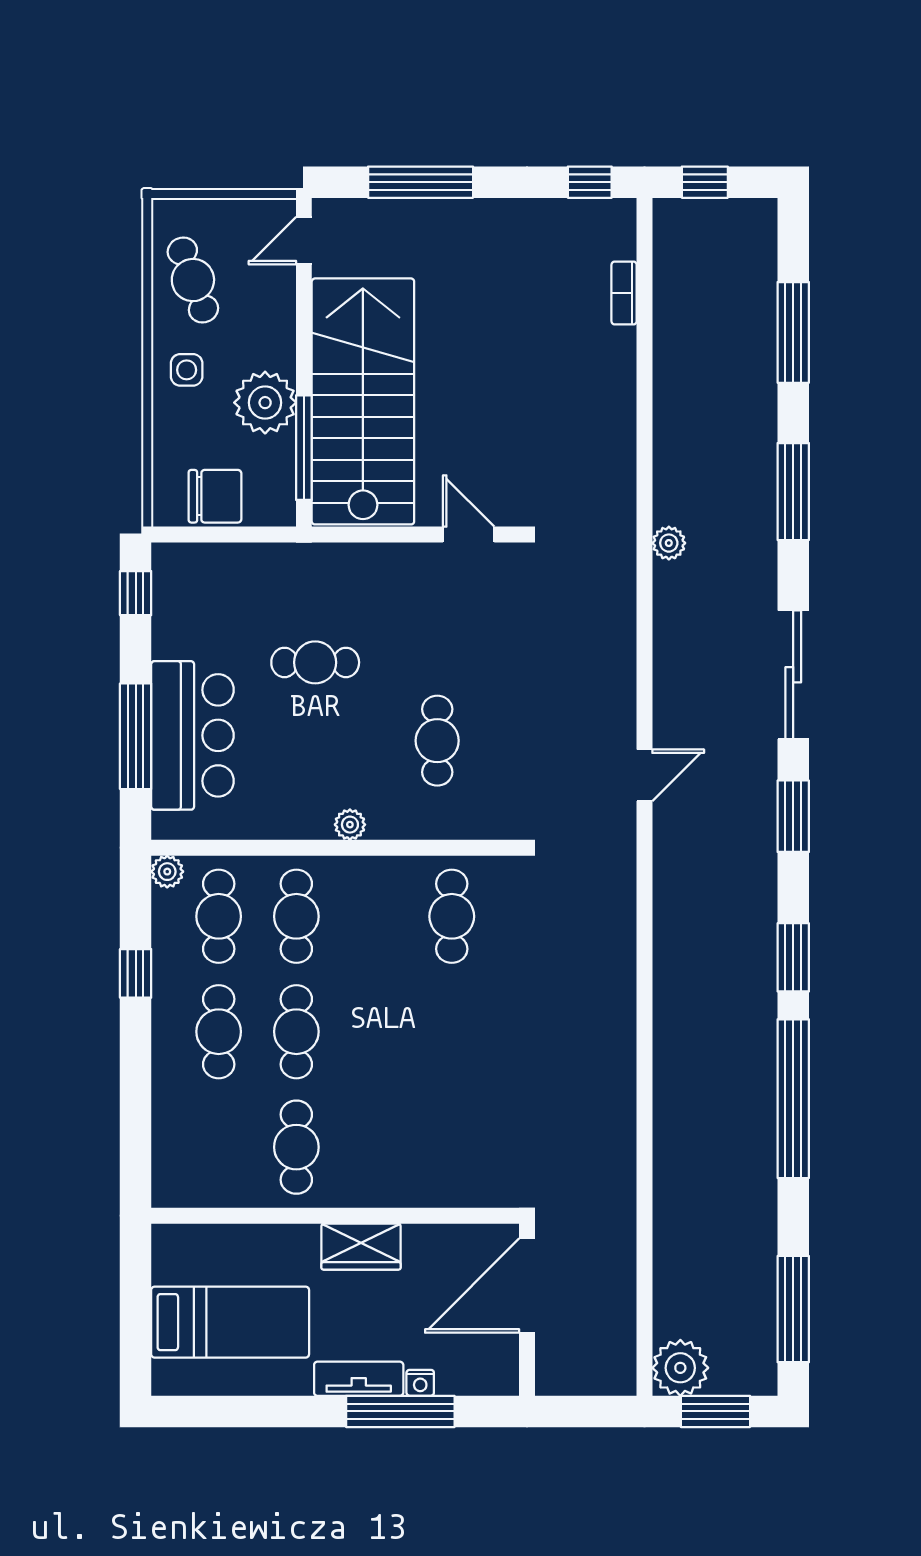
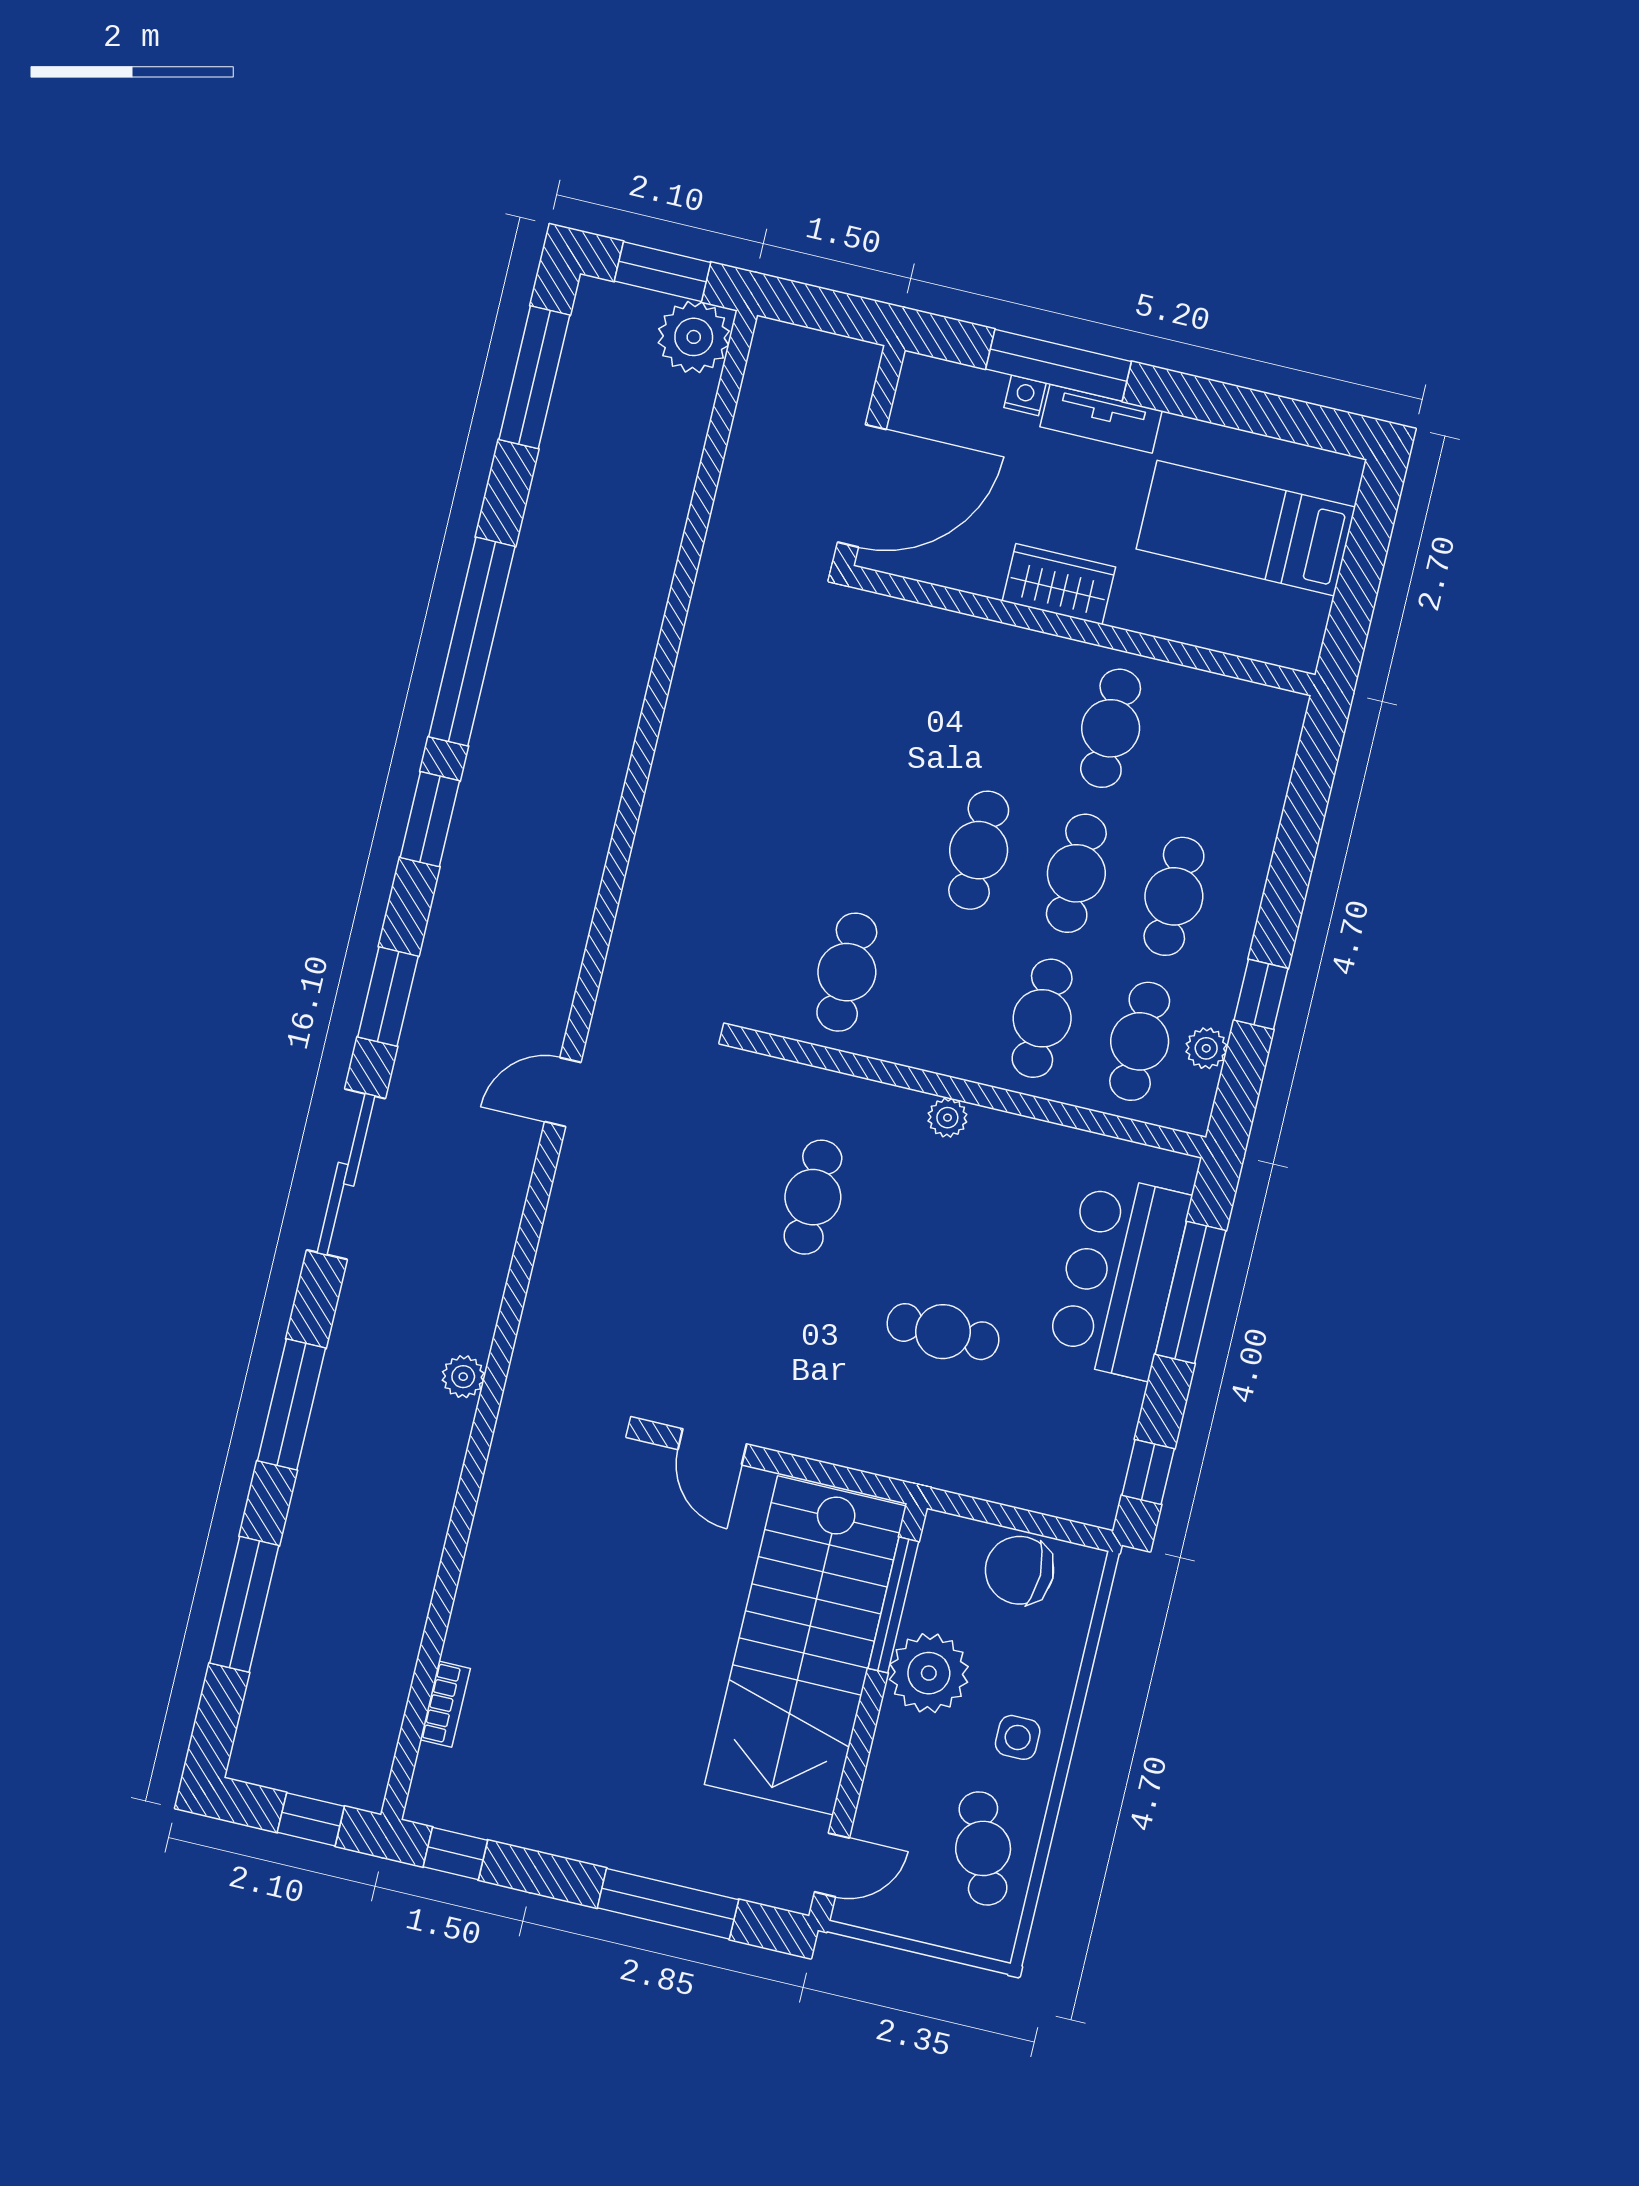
plant: (167, 872) -> (1206, 1048), moved
cafe table: (374, 1032) -> (979, 850), added

